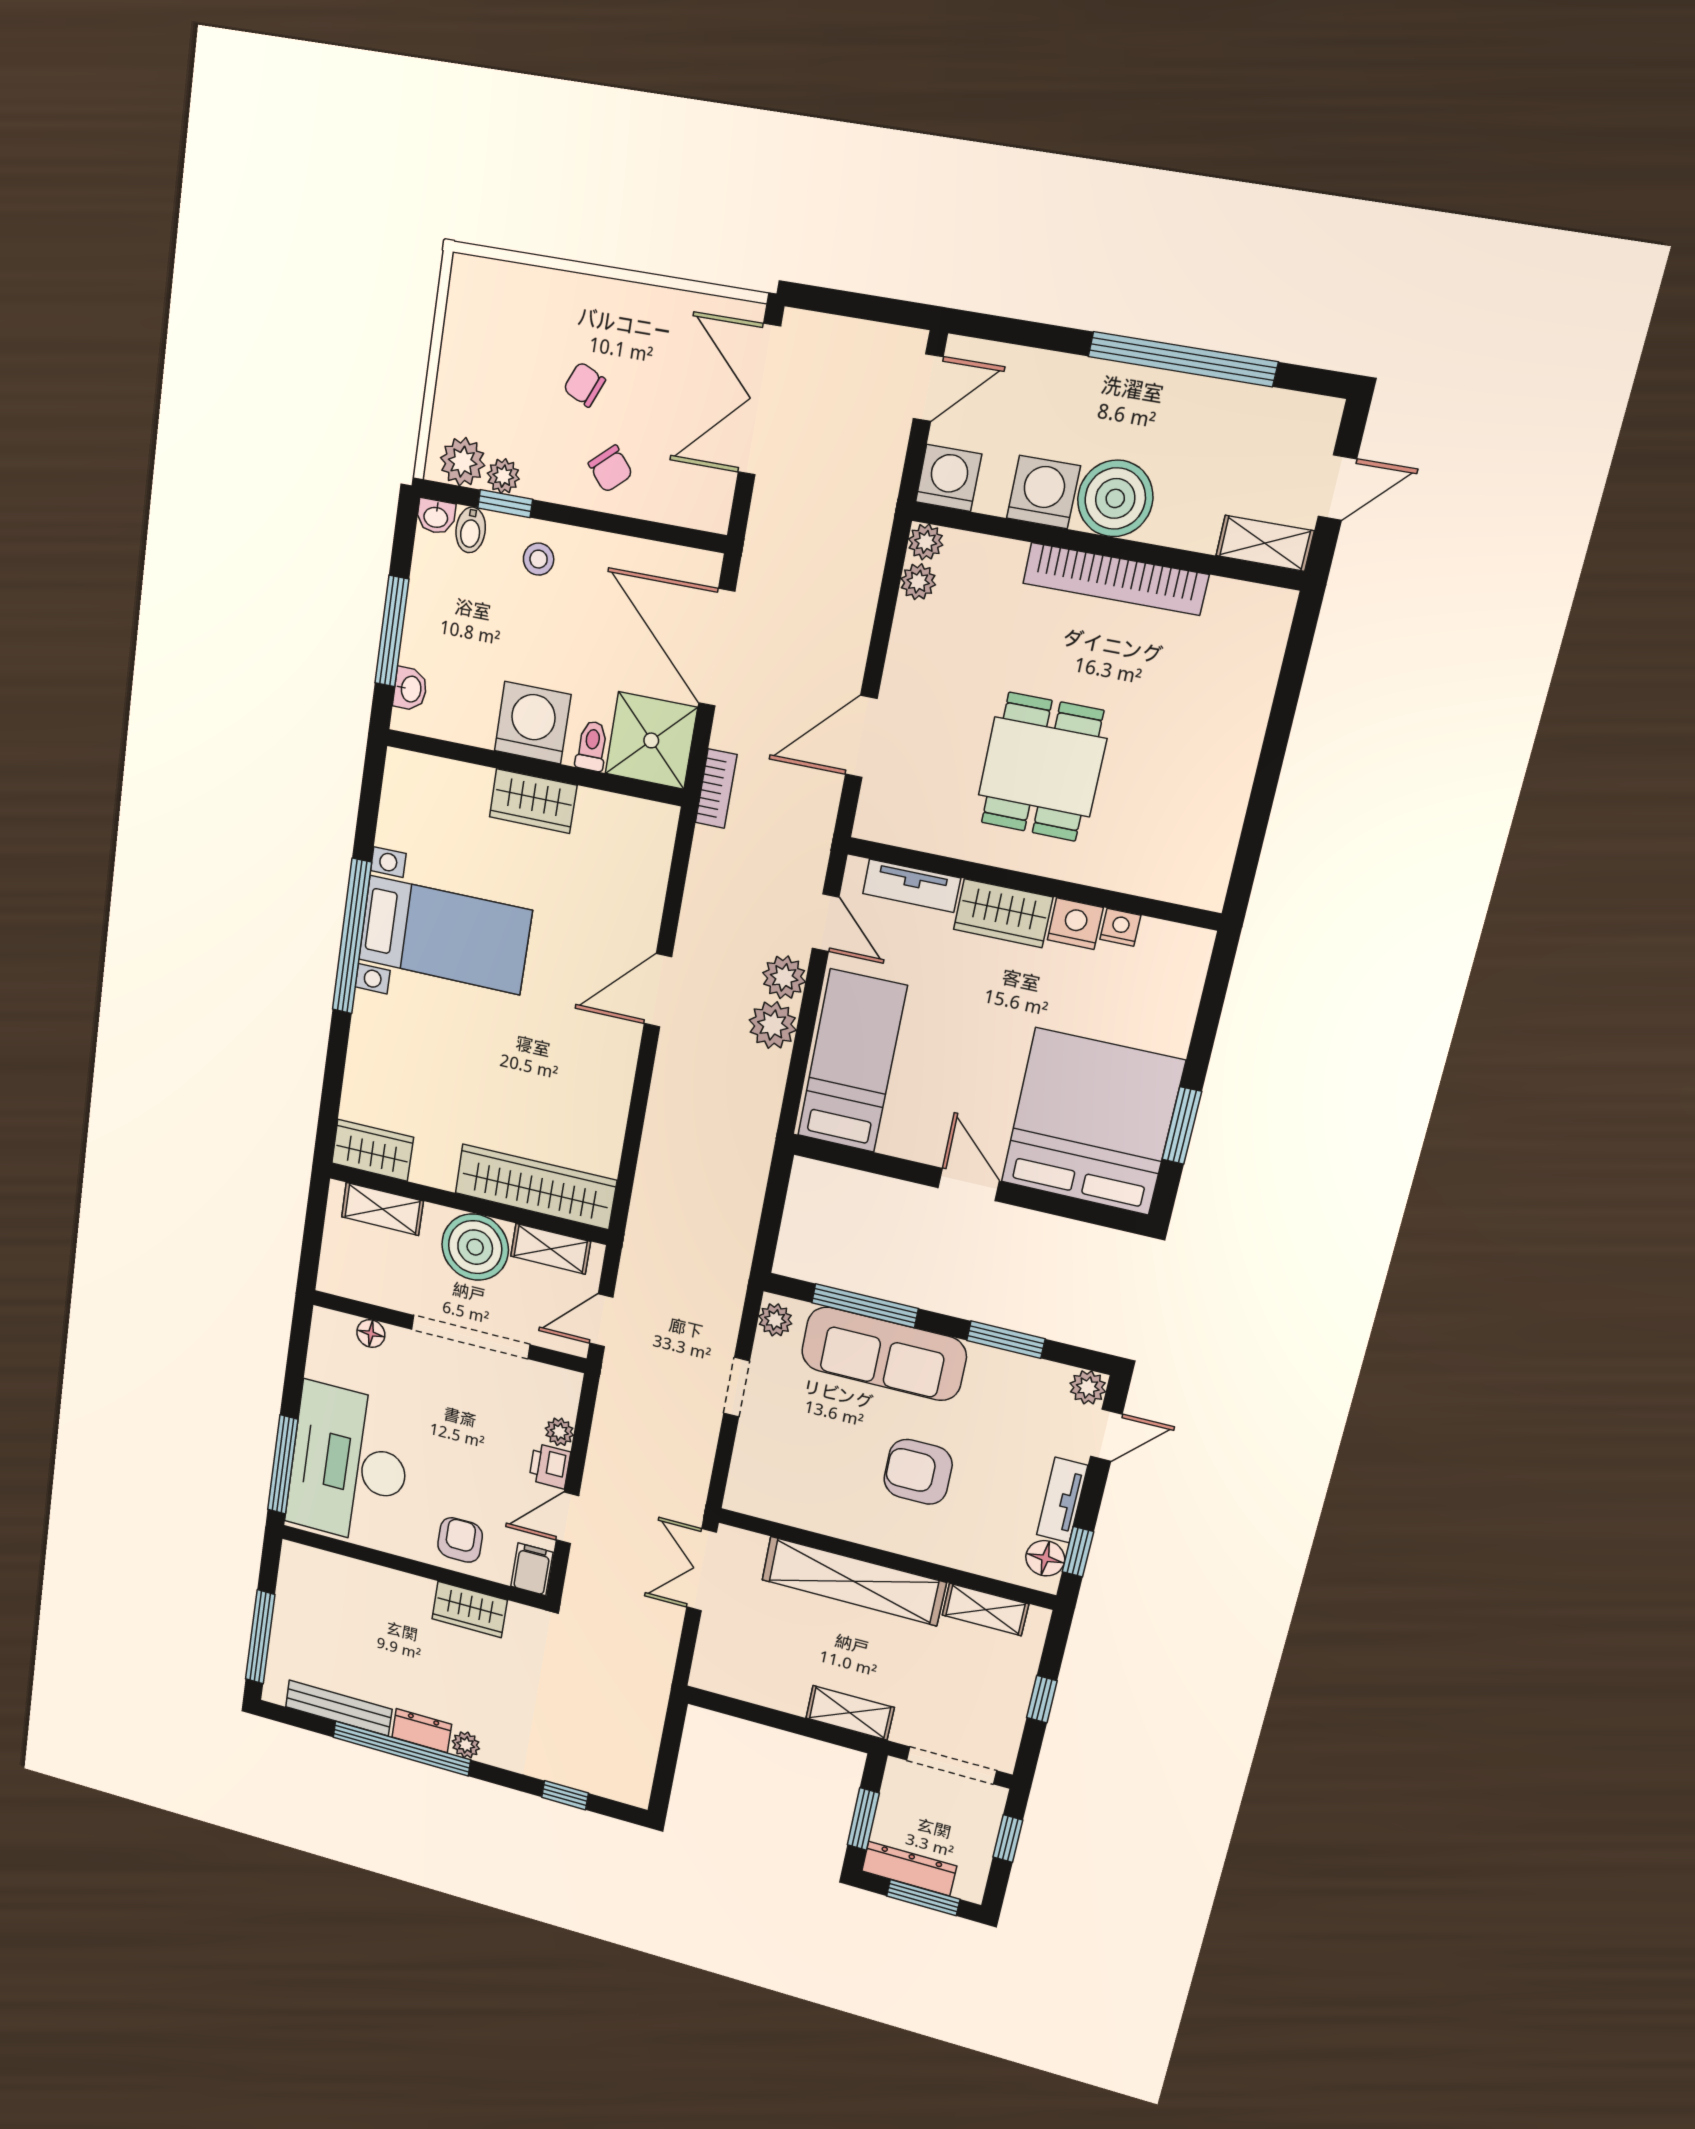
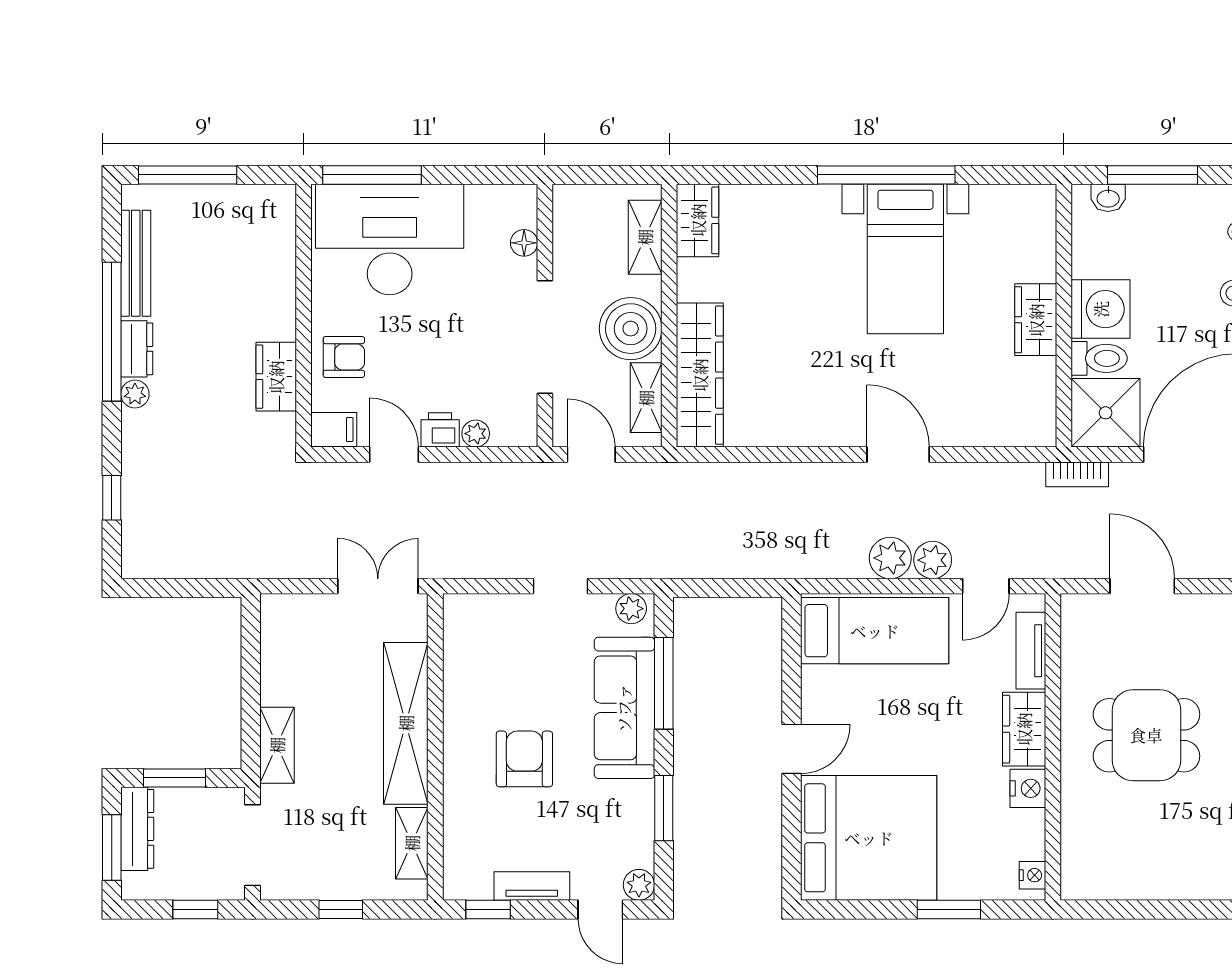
toilet: (592, 746) -> (1099, 358), width x1.37, depth x1.39
nightstand: (1120, 927) -> (1032, 875), moved
window: (1182, 1126) -> (949, 910), moved
floor lamp: (1045, 1558) -> (474, 884), removed

